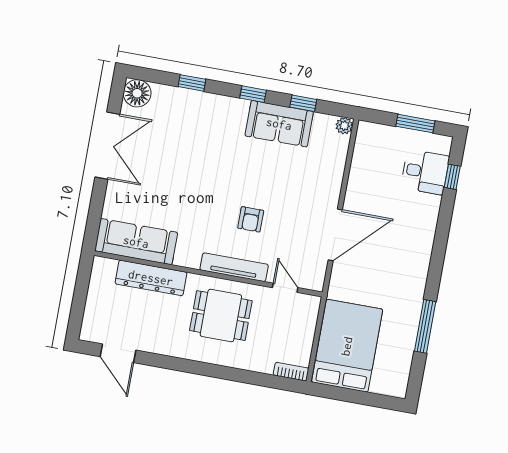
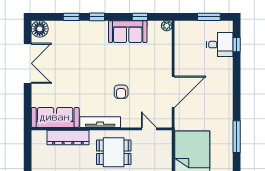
window: (253, 94) -> (97, 17), moved
tv unit: (234, 267) -> (100, 122), moved

